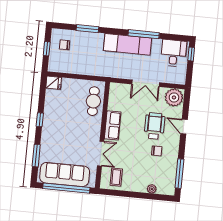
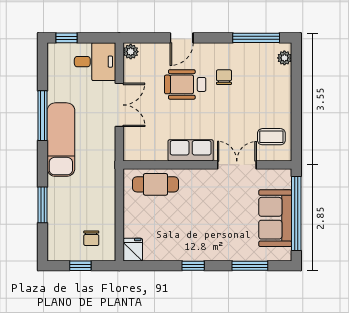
chair: (65, 45) -> (91, 238), moved
desk: (174, 53) -> (95, 62), moved, turned 180
plant: (174, 97) -> (131, 52), width x0.53, depth x0.53
sofa: (65, 174) -> (275, 218), width x0.73
plant: (152, 189) -> (284, 58), moved

